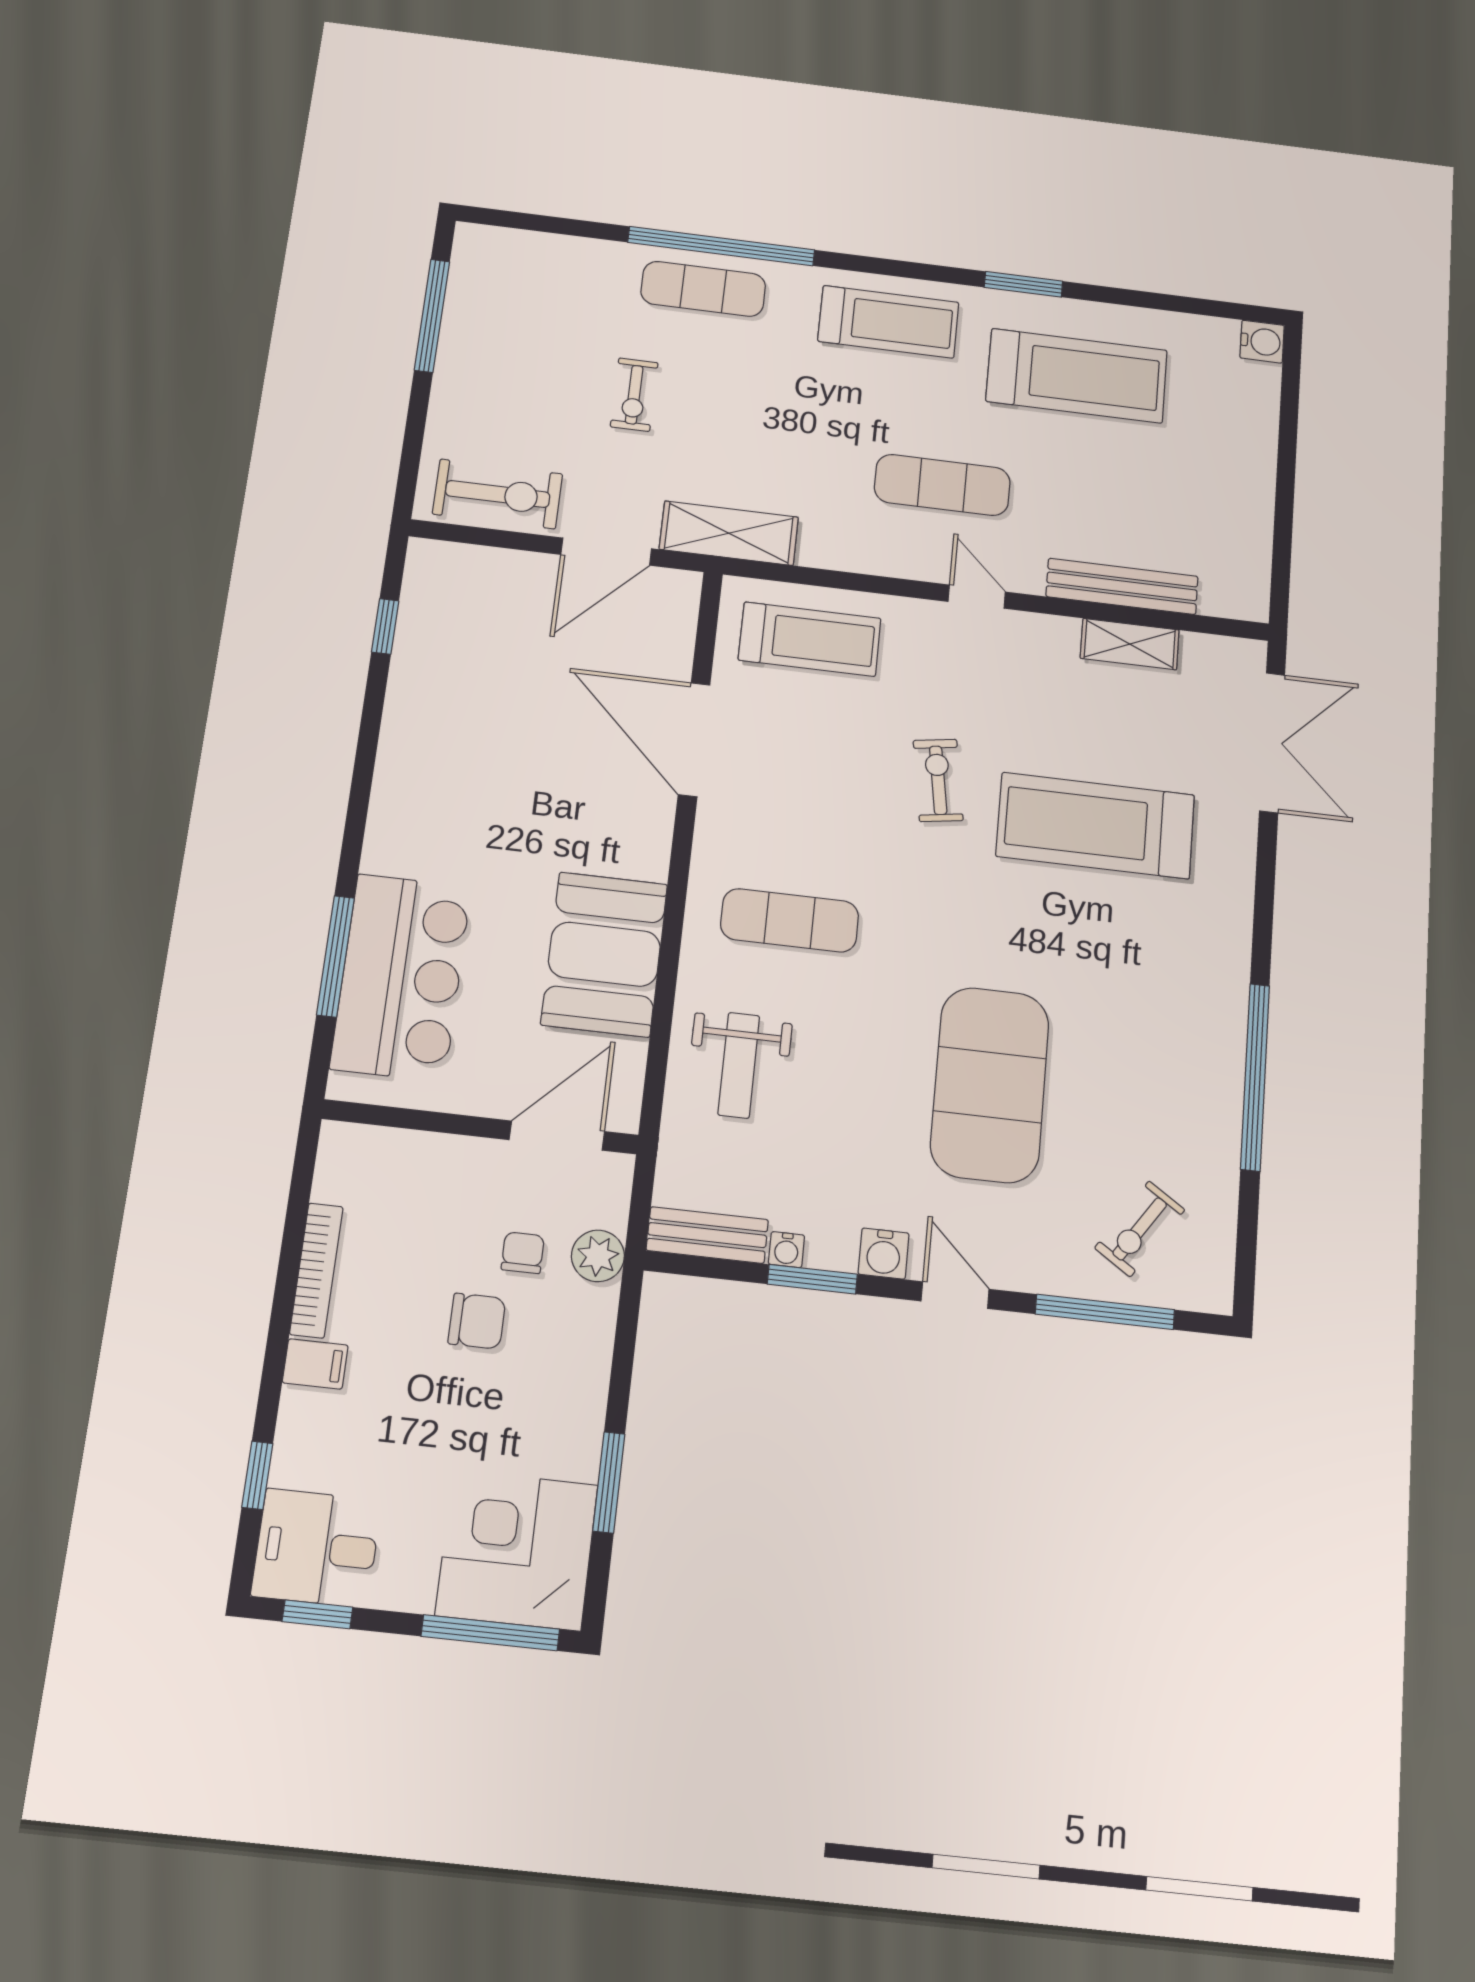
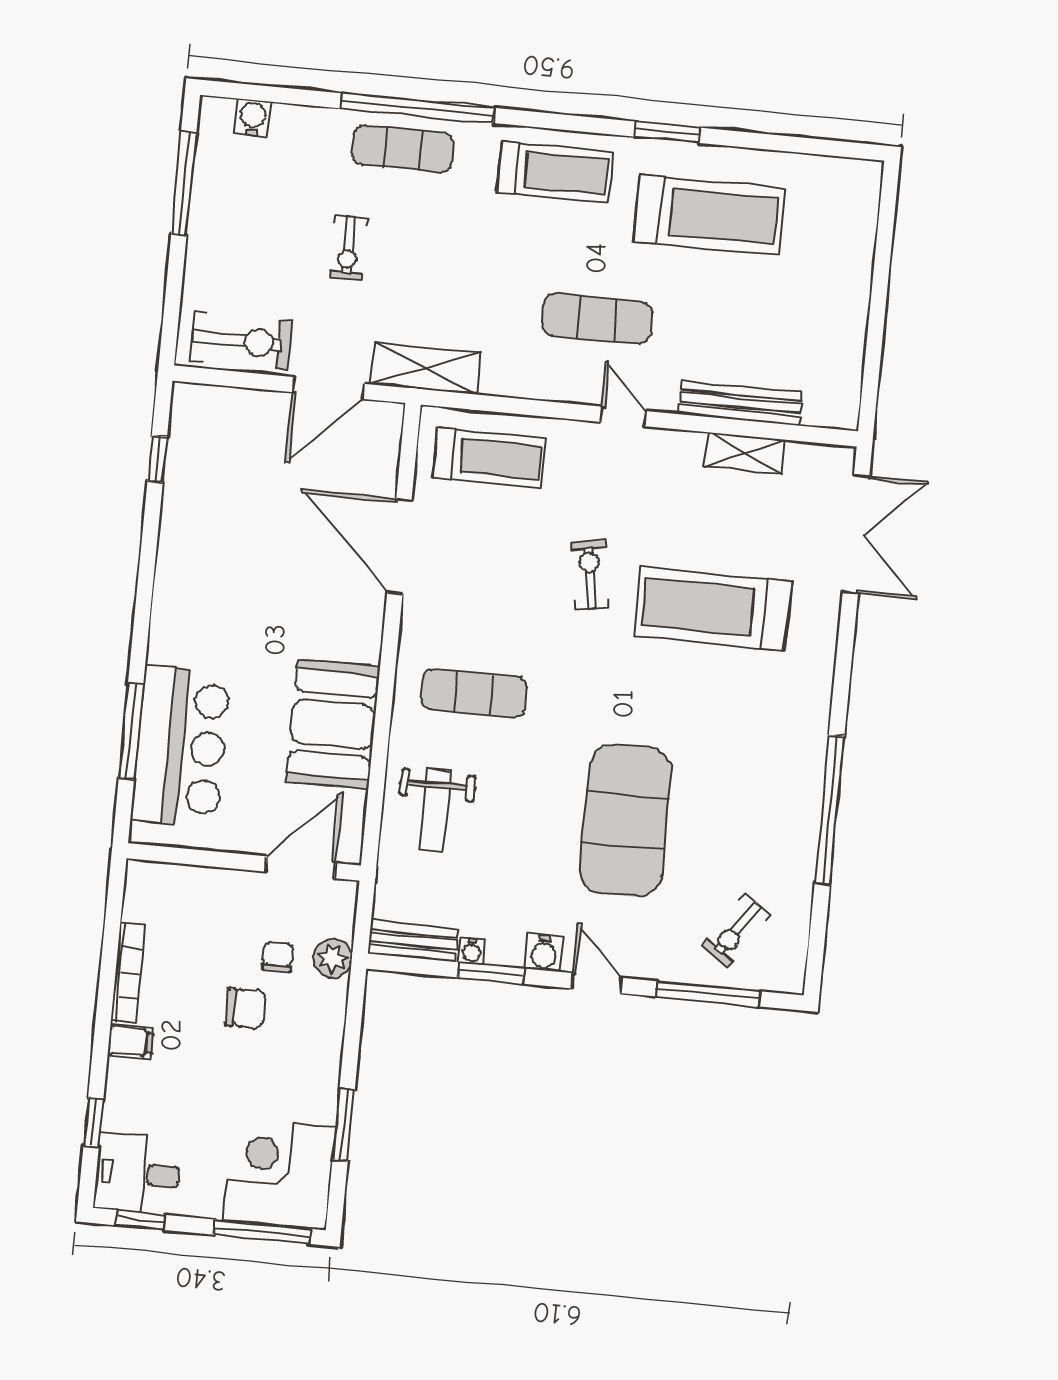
water cooler: (1262, 342) -> (253, 118), moved, turned -90

